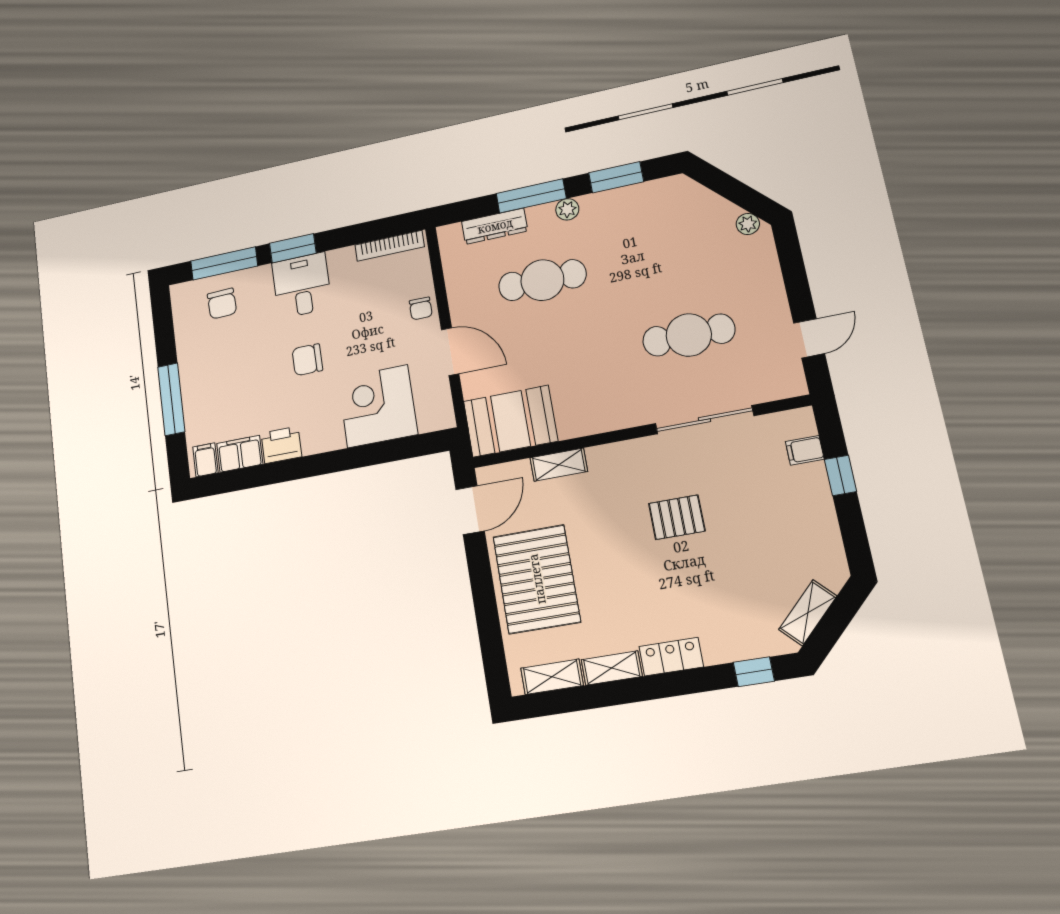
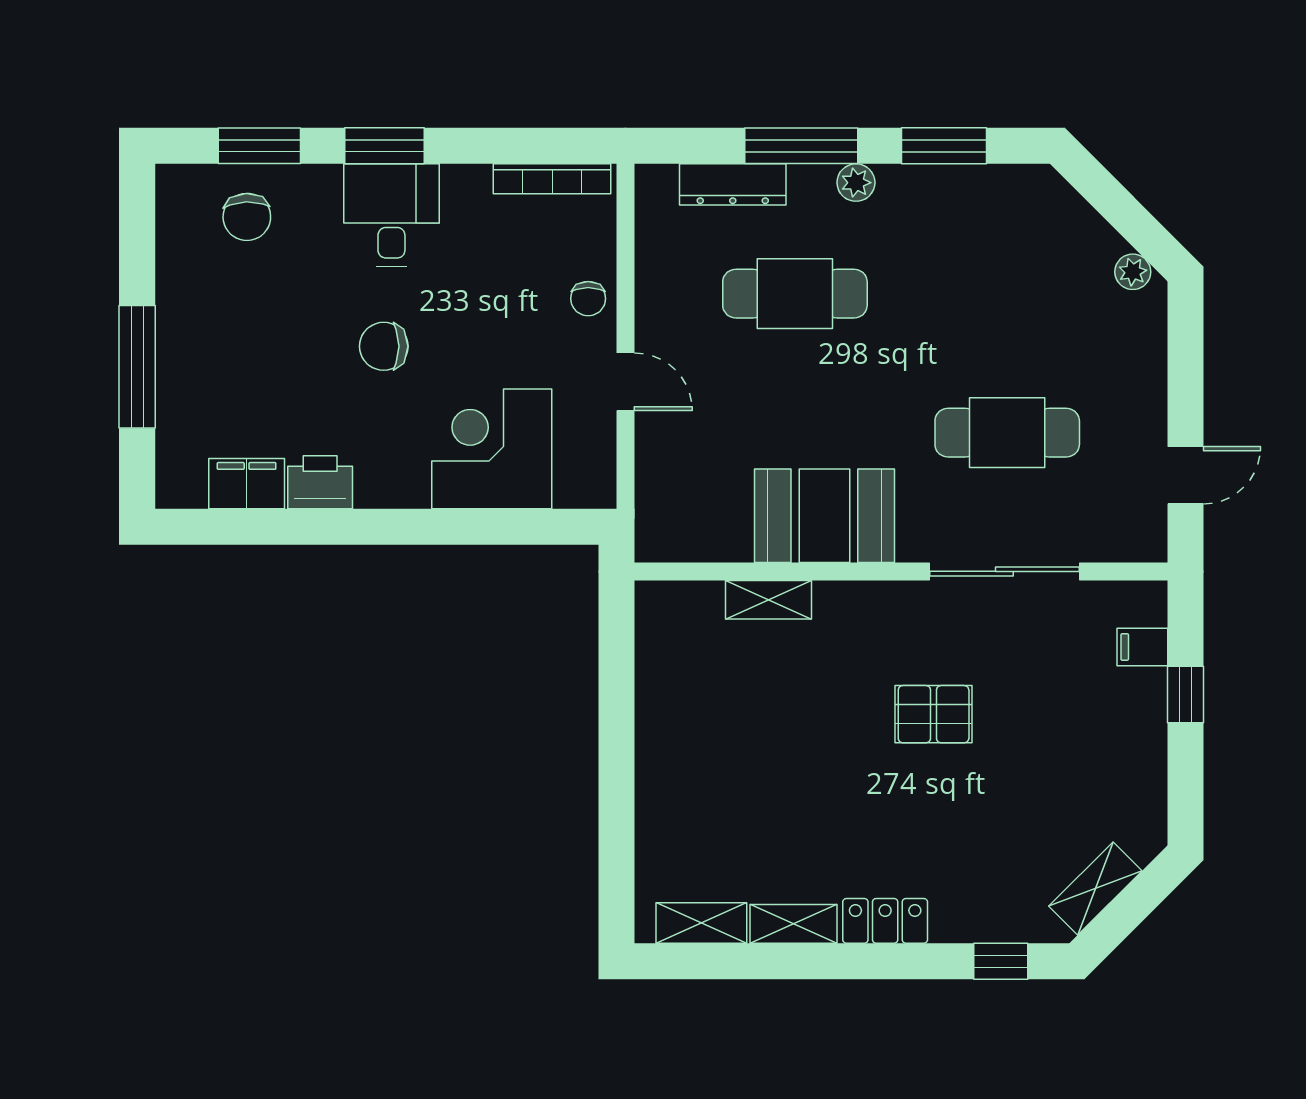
window: (224, 263) -> (259, 146), width x0.69
door: (450, 352) -> (625, 382), width x0.73
booth: (510, 421) -> (824, 516), moved
filing cabinet: (205, 460) -> (186, 483), removed
door: (470, 510) -> (617, 646), removed
pallet: (537, 579) -> (703, 772), removed

